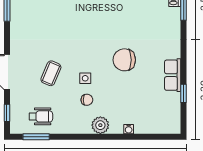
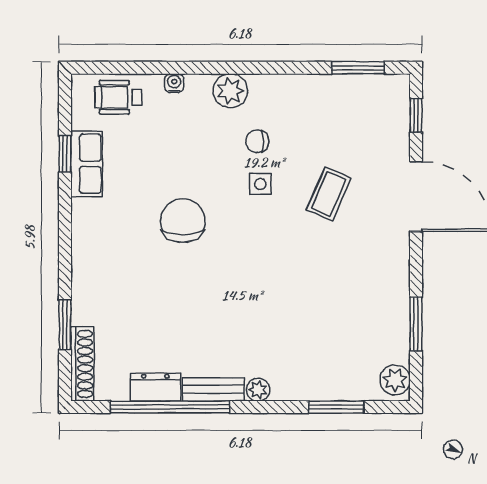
chair: (124, 60) -> (183, 221), turned -90
row of seats: (173, 75) -> (87, 164), moved
wheelchair: (41, 116) -> (118, 97), moved

